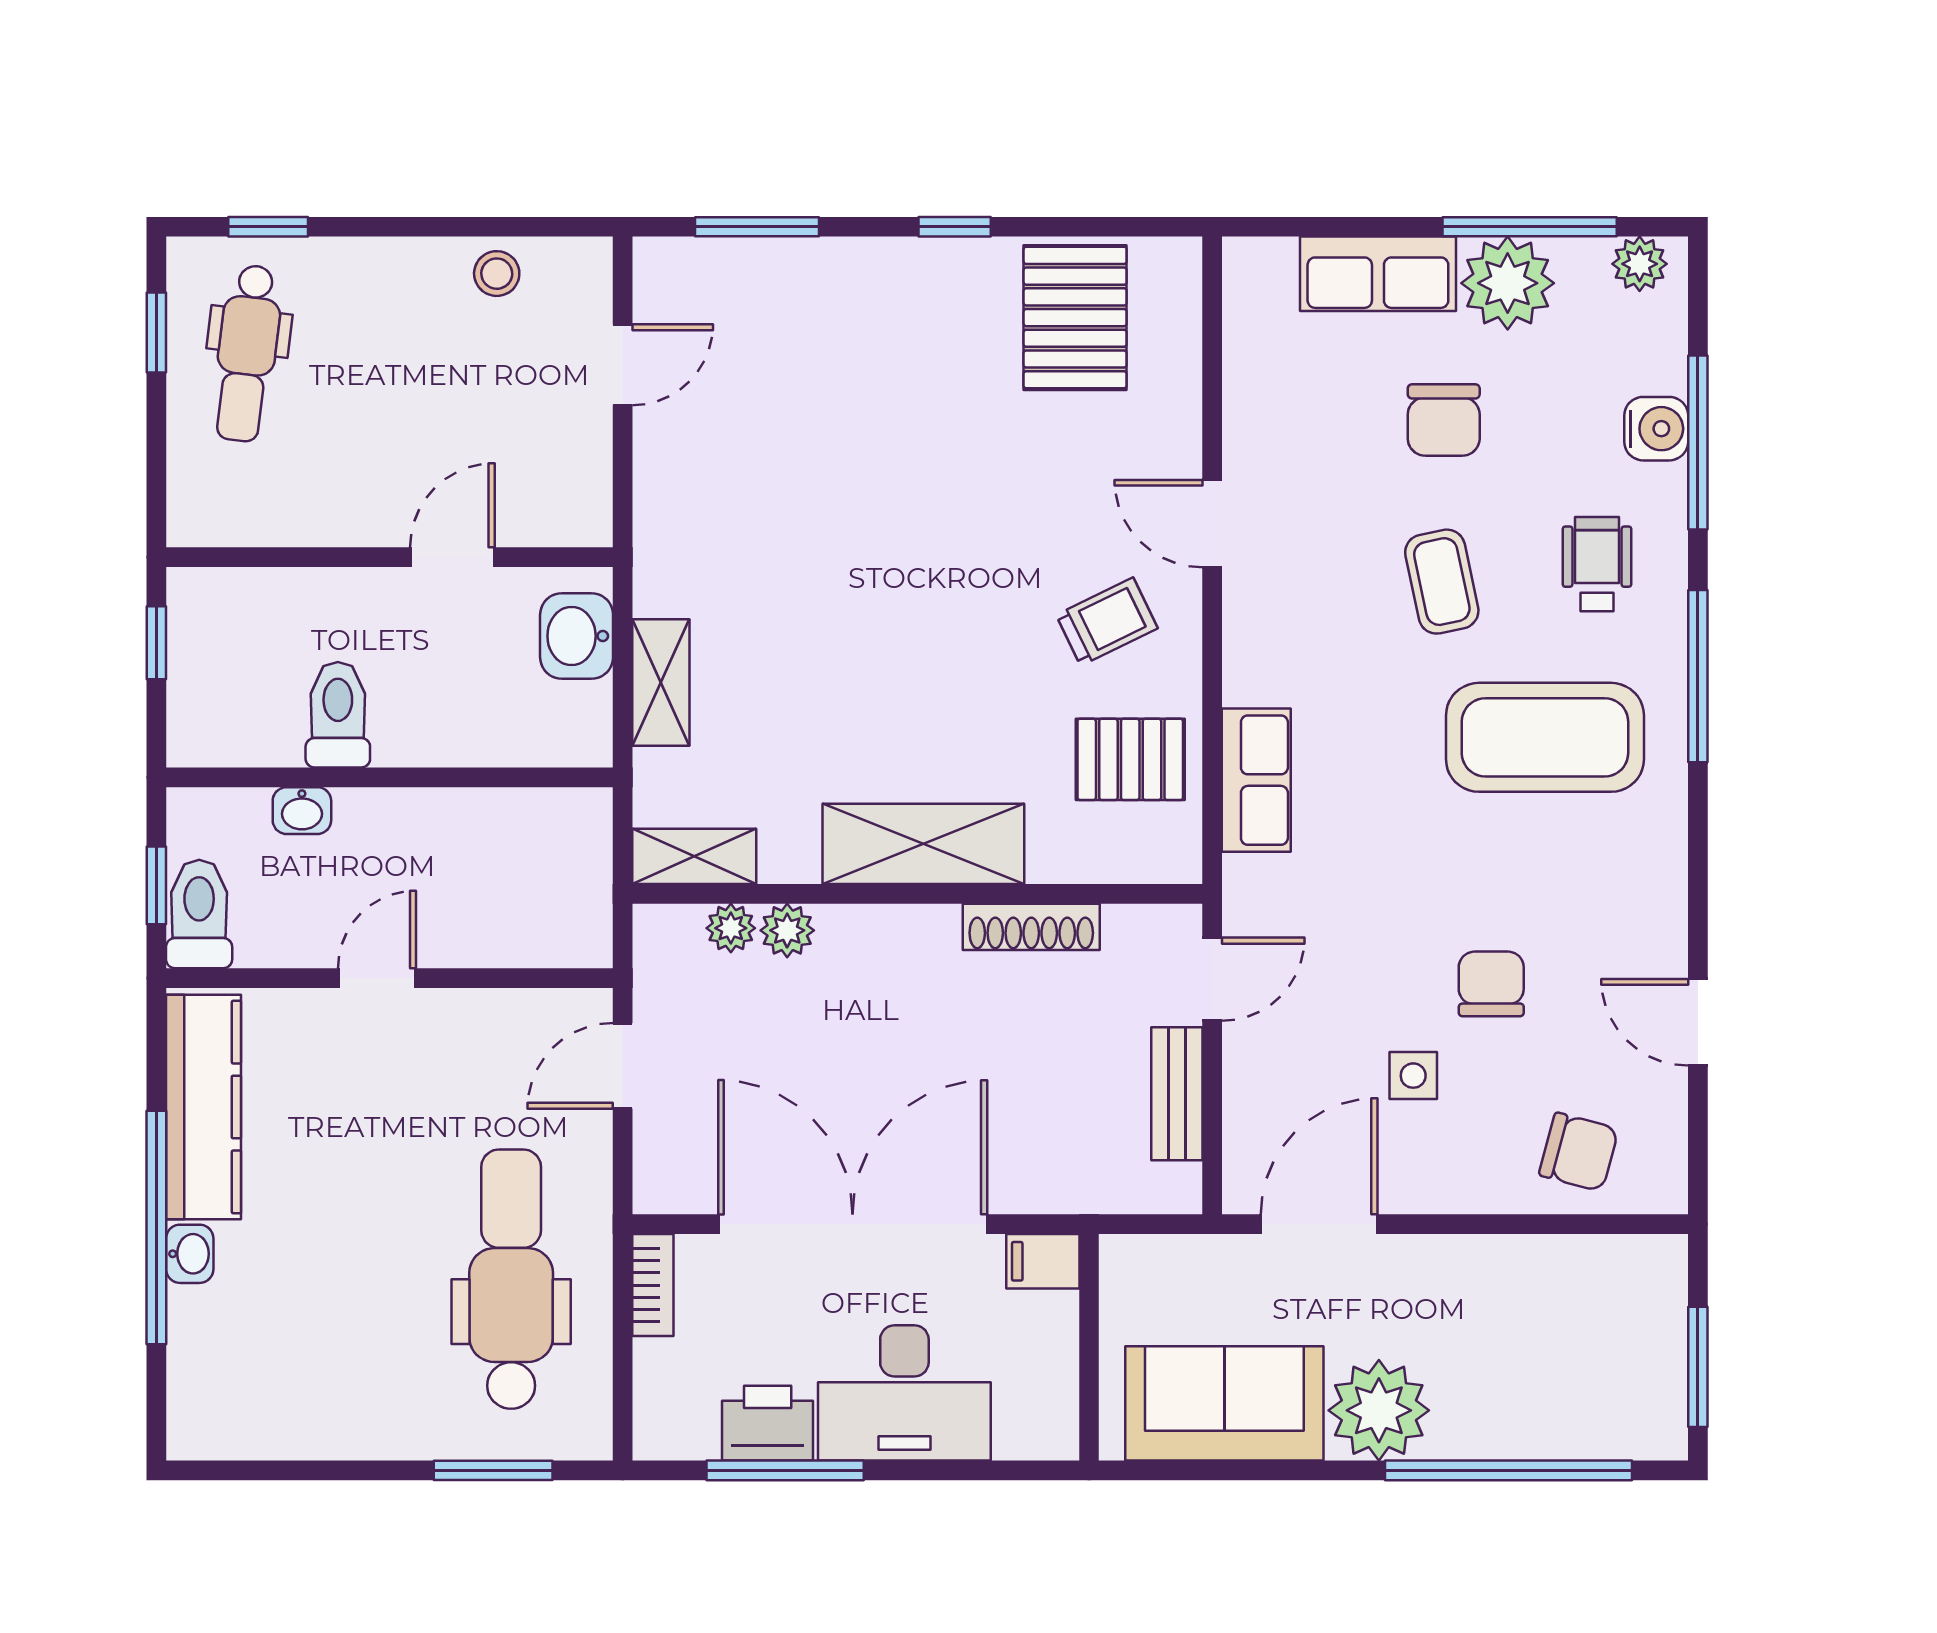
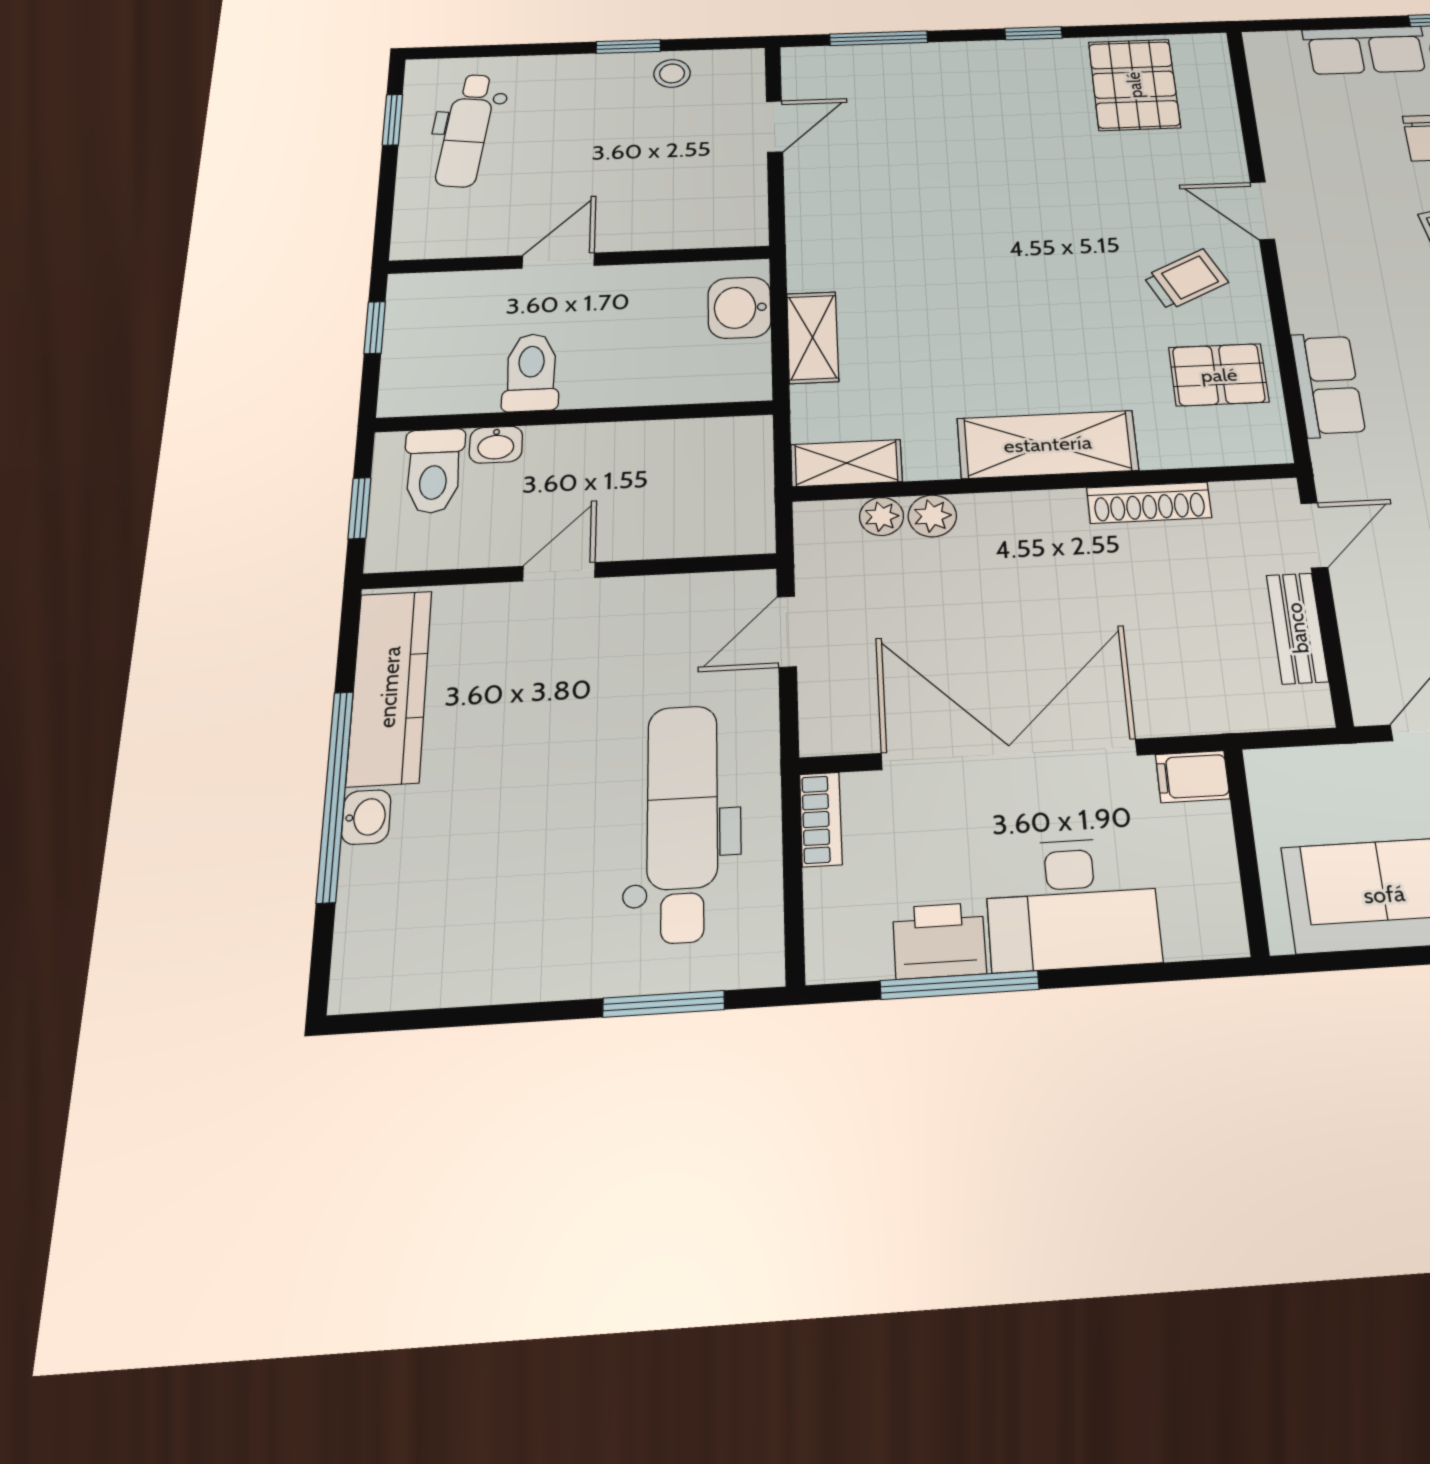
window: (268, 227) -> (628, 46), moved
door: (452, 557) -> (558, 261), moved
toilet: (199, 914) -> (434, 471), moved, turned 180

